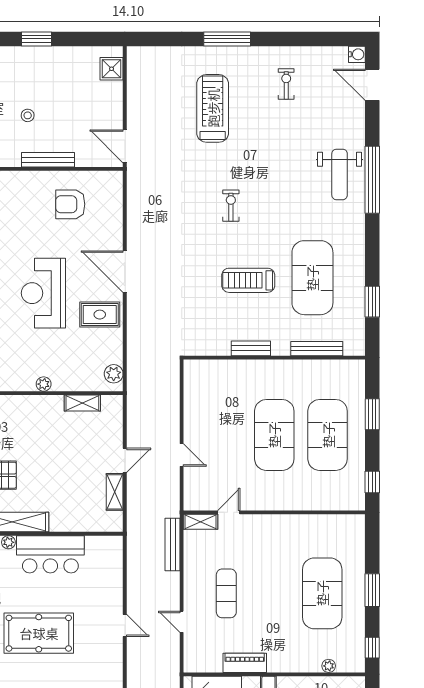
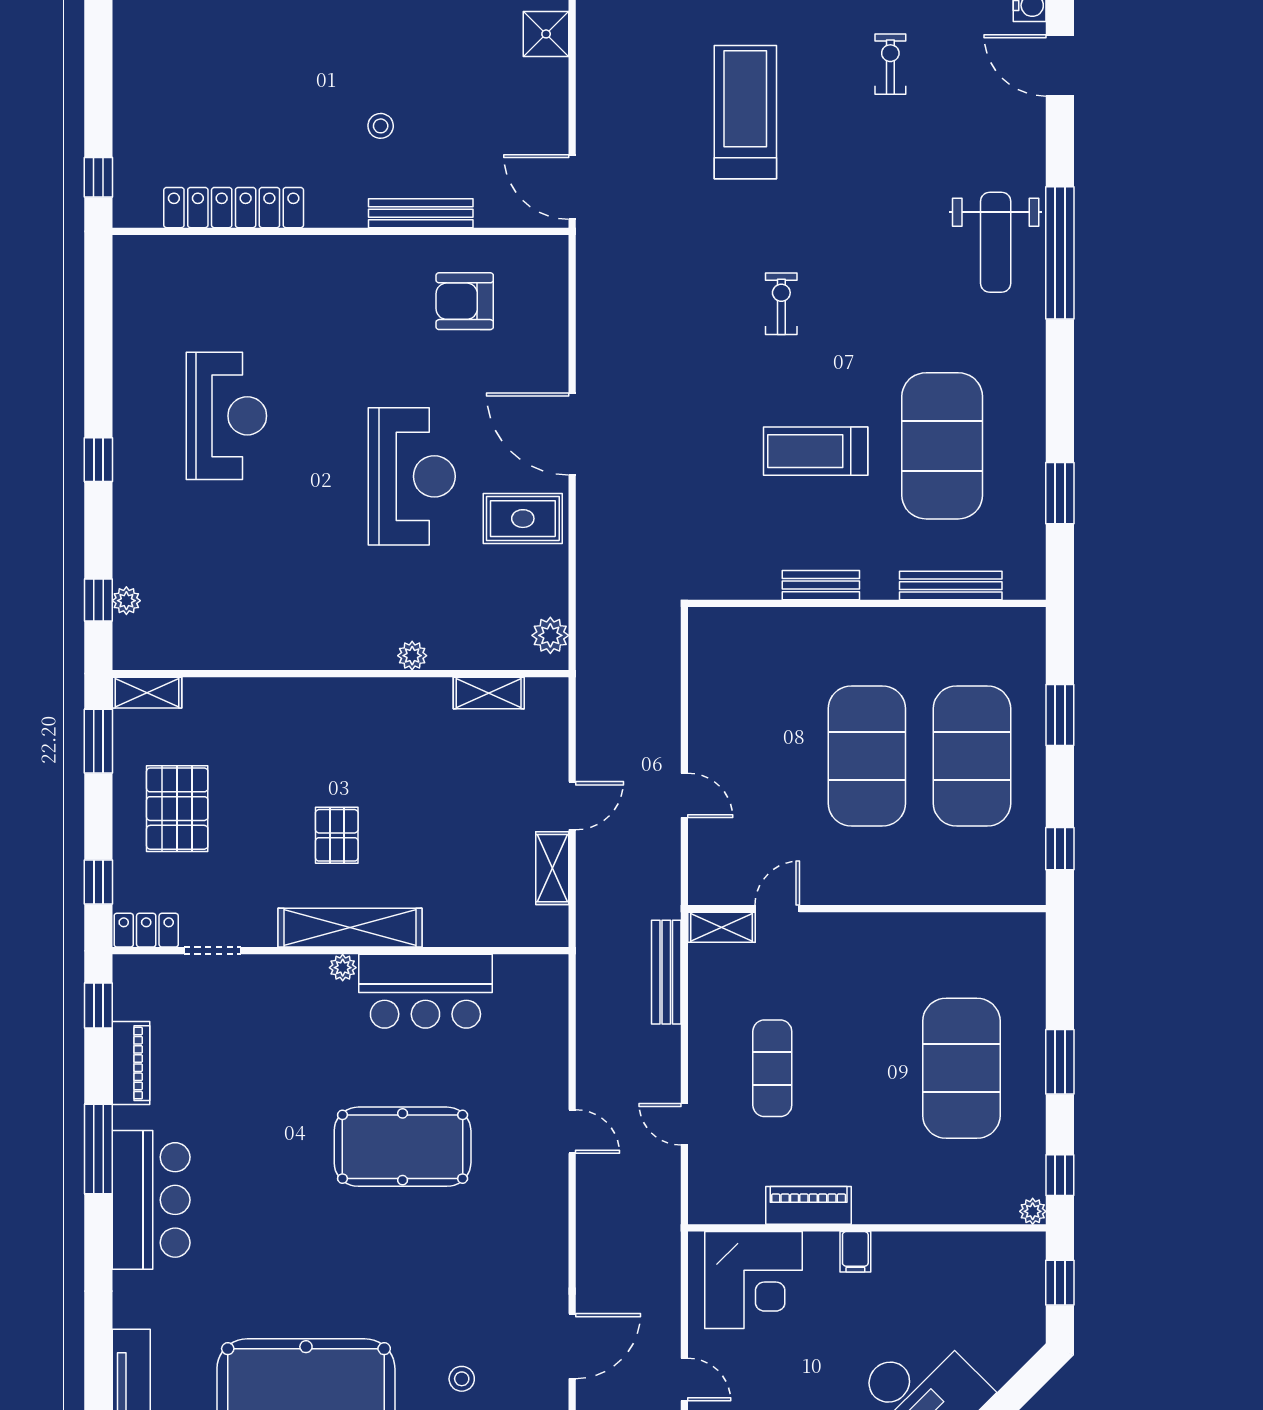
reception desk: (43, 293) -> (412, 476), turned 180
plant: (329, 666) -> (1033, 1211), moved

